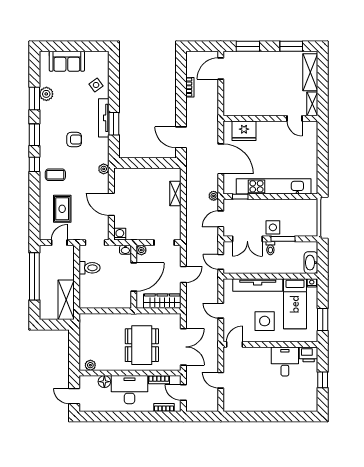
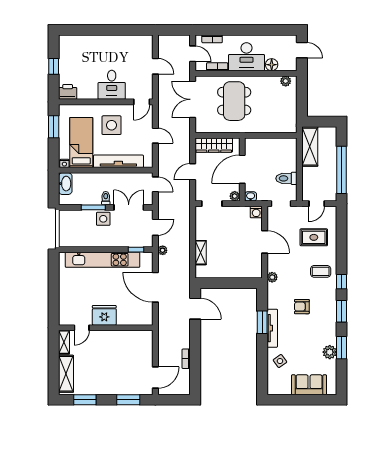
door: (294, 118) -> (82, 328), swing flipped
fridge: (244, 131) -> (104, 315), moved
rug: (62, 209) -> (314, 237), turned 90
desk: (285, 362) -> (112, 85), moved

